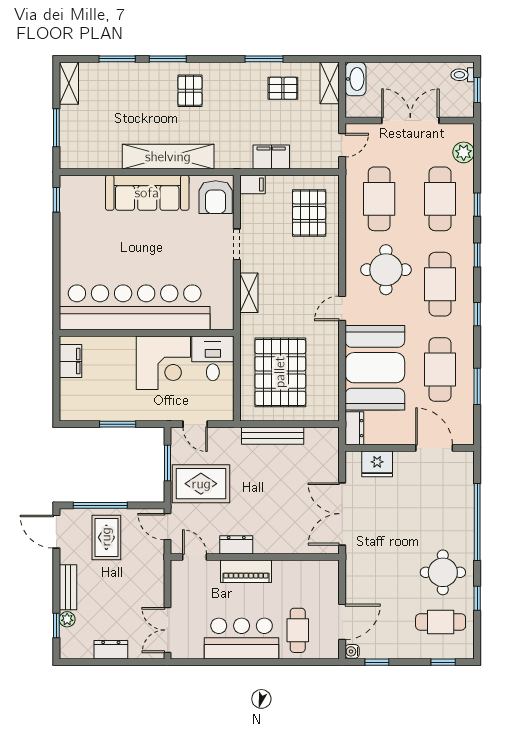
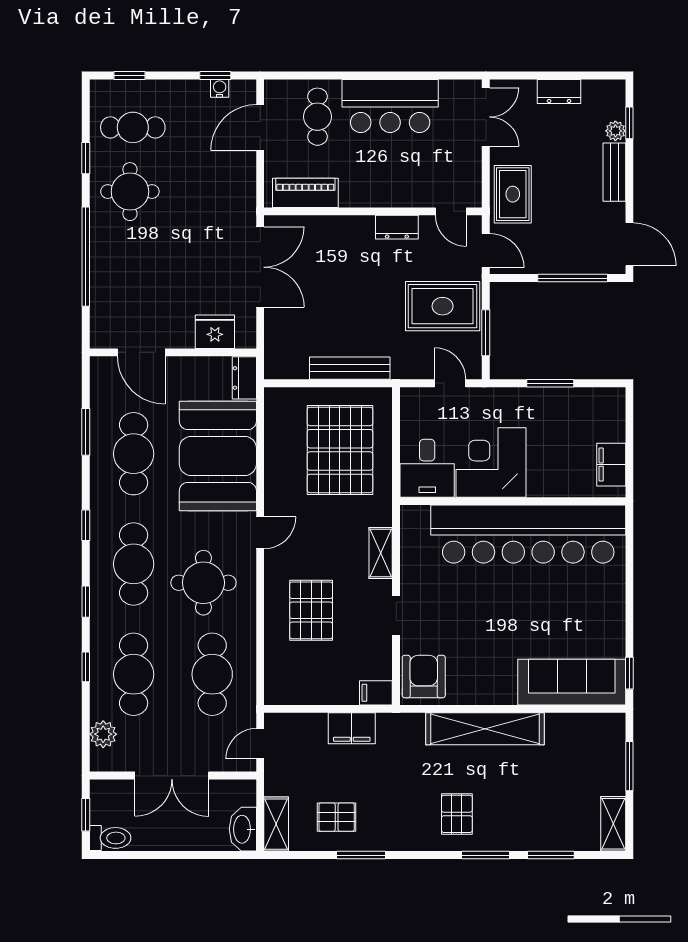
toilet: (463, 75) -> (110, 838), width x1.37, depth x1.39
sofa: (147, 193) -> (572, 682), moved
pallet: (309, 213) -> (311, 610), moved
rug: (106, 537) -> (513, 194), moved
piano: (246, 571) -> (305, 193), moved
water cooler: (352, 651) -> (220, 88), moved, turned -90

